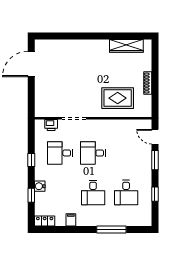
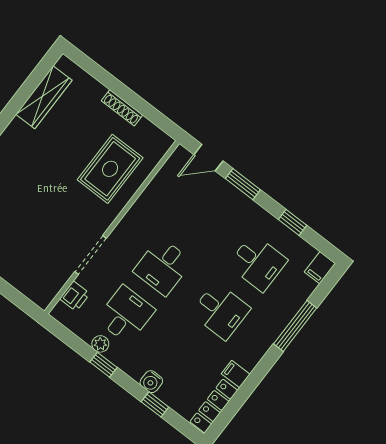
plant: (39, 152) -> (100, 344), added
desk: (60, 153) -> (126, 315), turned 180
locker: (45, 221) -> (214, 406), width x1.53
filing cabinet: (144, 221) -> (320, 268), added

